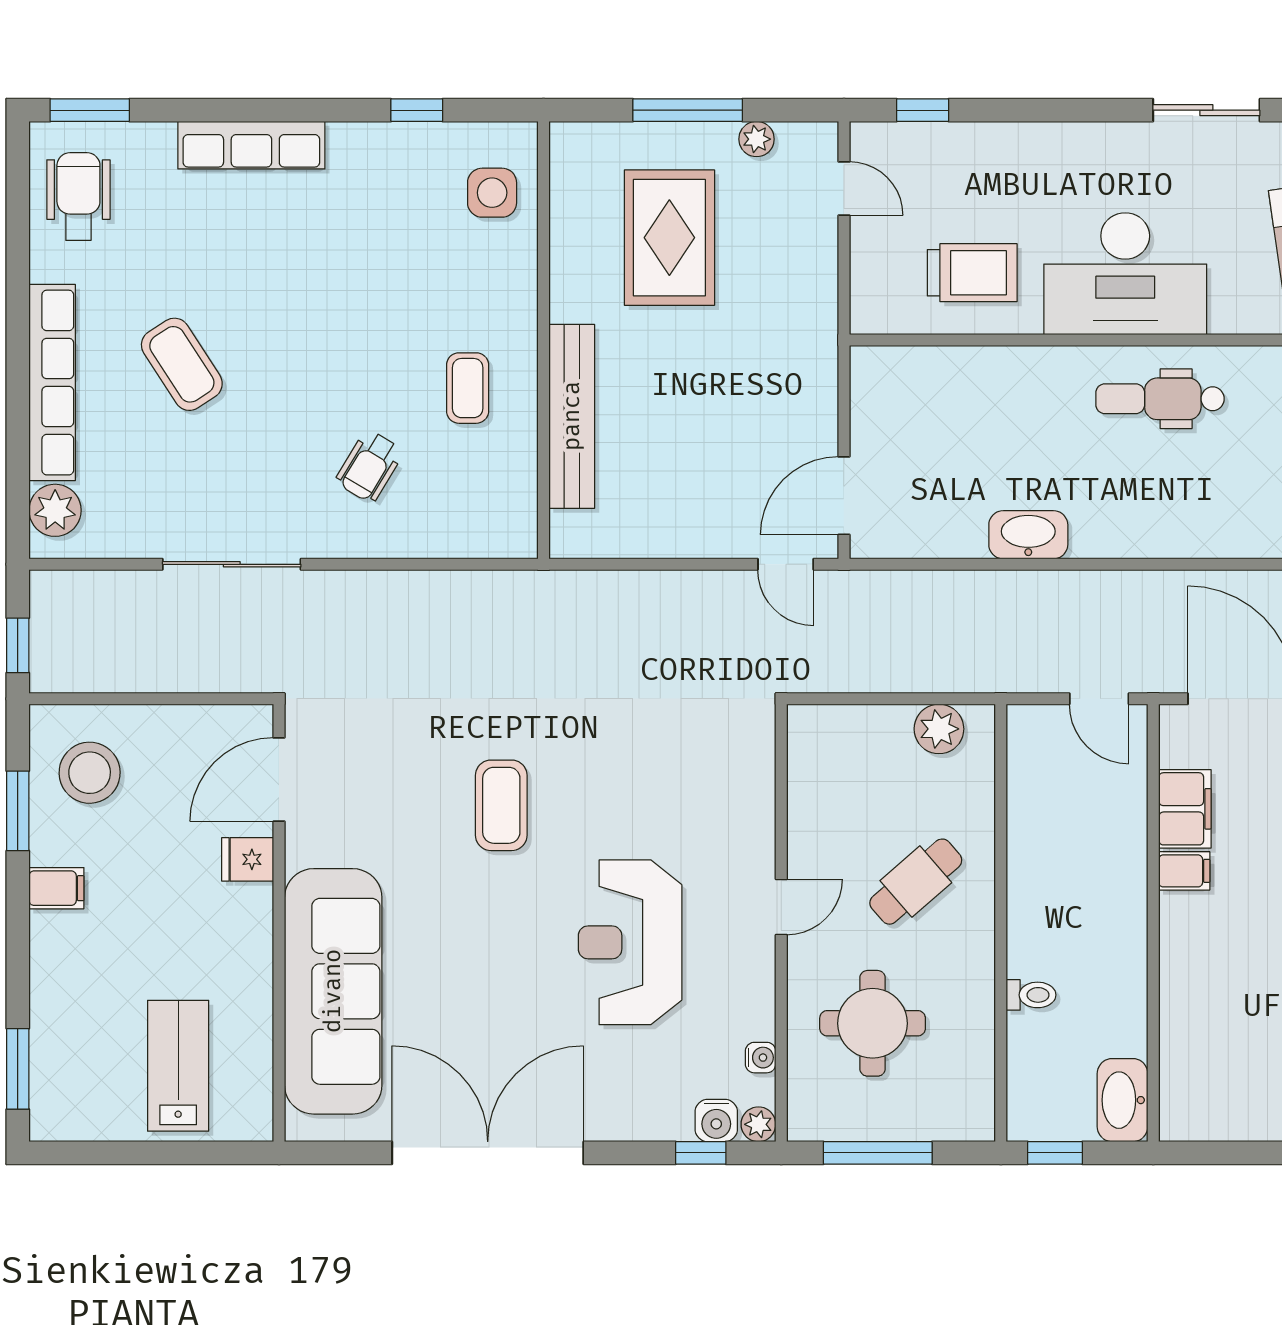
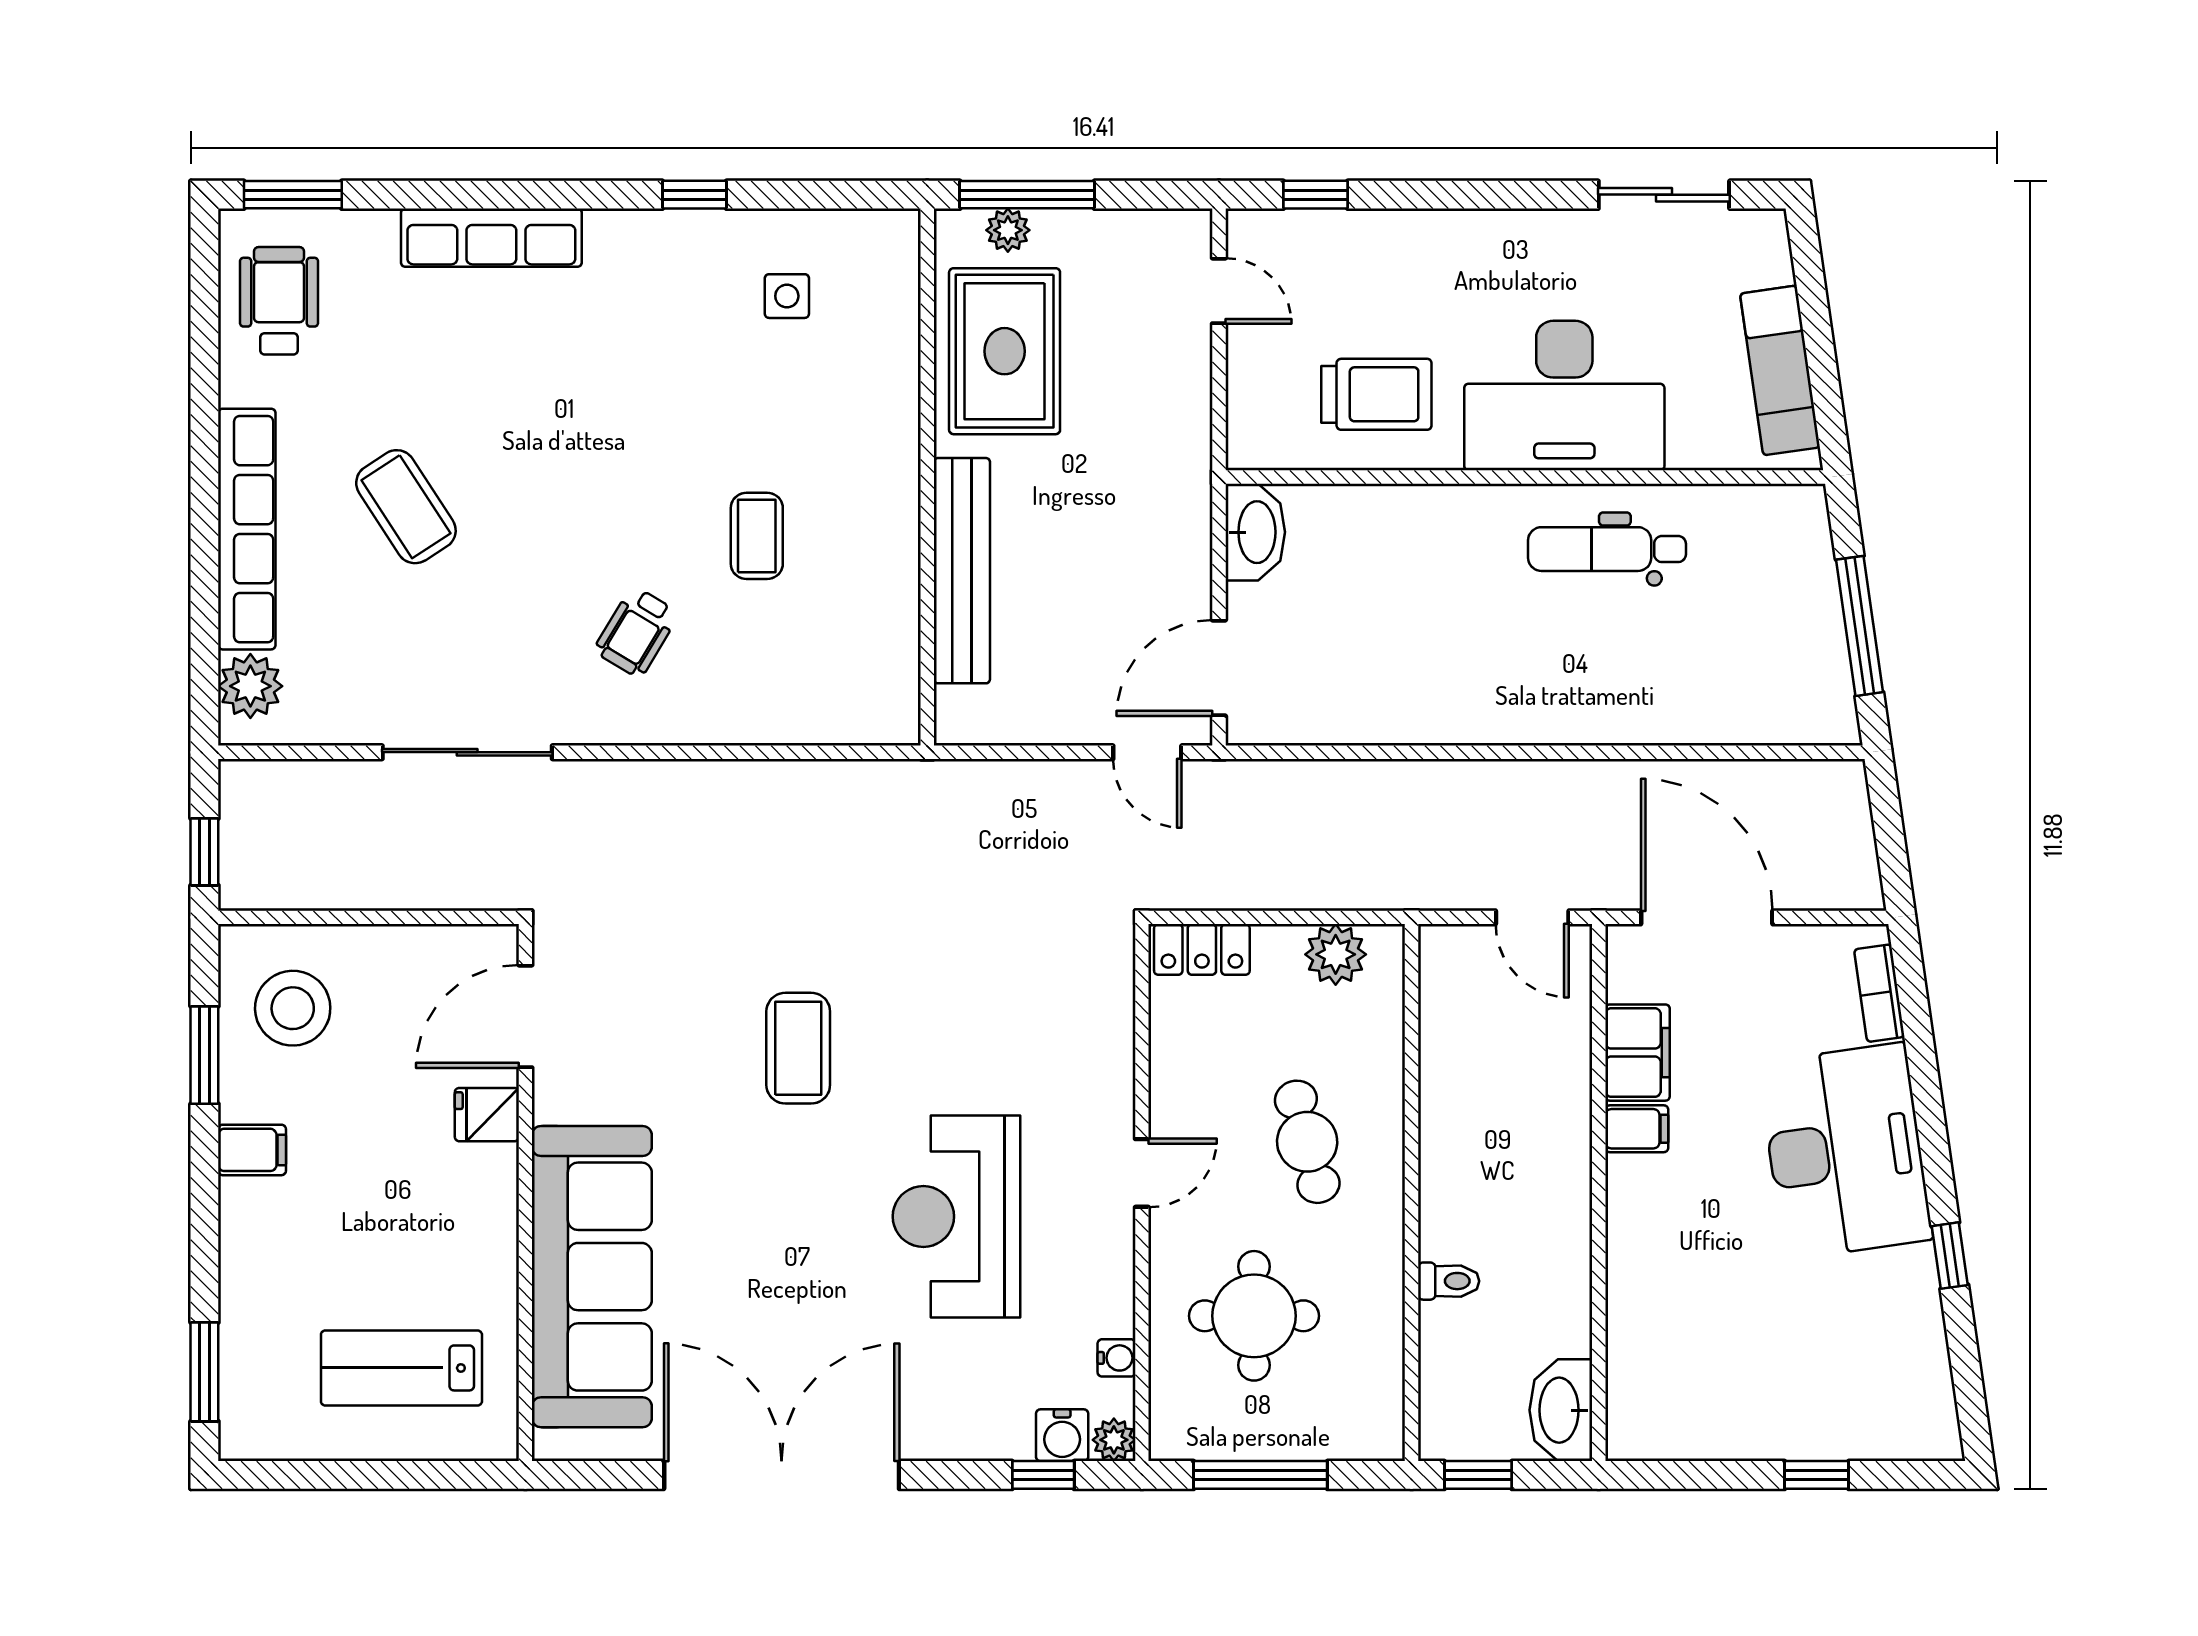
plant: (757, 139) -> (1008, 230), moved
side table: (492, 193) -> (787, 296), width x0.73, depth x0.73
wall: (544, 340) -> (927, 477), moved
bench: (572, 416) -> (962, 571), moved
washbasin: (1028, 535) -> (1255, 532), moved, turned 90
locker: (830, 725) -> (1202, 949), added
cafe table: (916, 882) -> (1307, 1142), turned -64
lab bench: (178, 1066) -> (401, 1368), turned -90

